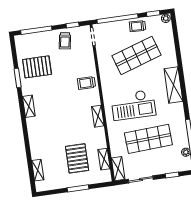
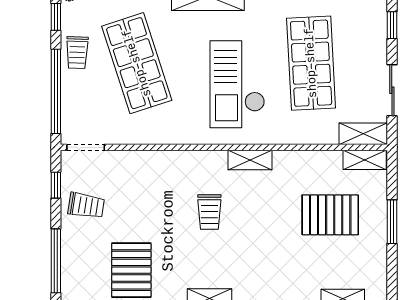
trolley: (86, 83) -> (209, 212), moved
checkout: (133, 105) -> (237, 84), turned 180
shelving: (104, 159) -> (365, 160), moved

